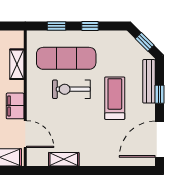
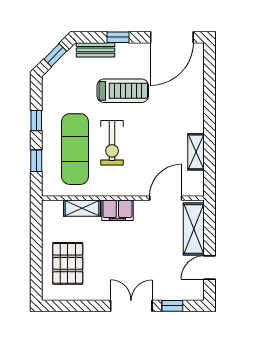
bench: (149, 81) -> (96, 50), width x0.73
treadmill: (115, 98) -> (123, 91), turned 180
filing cabinet: (15, 106) -> (117, 210), moved
door: (159, 139) -> (172, 37), hinge flipped

